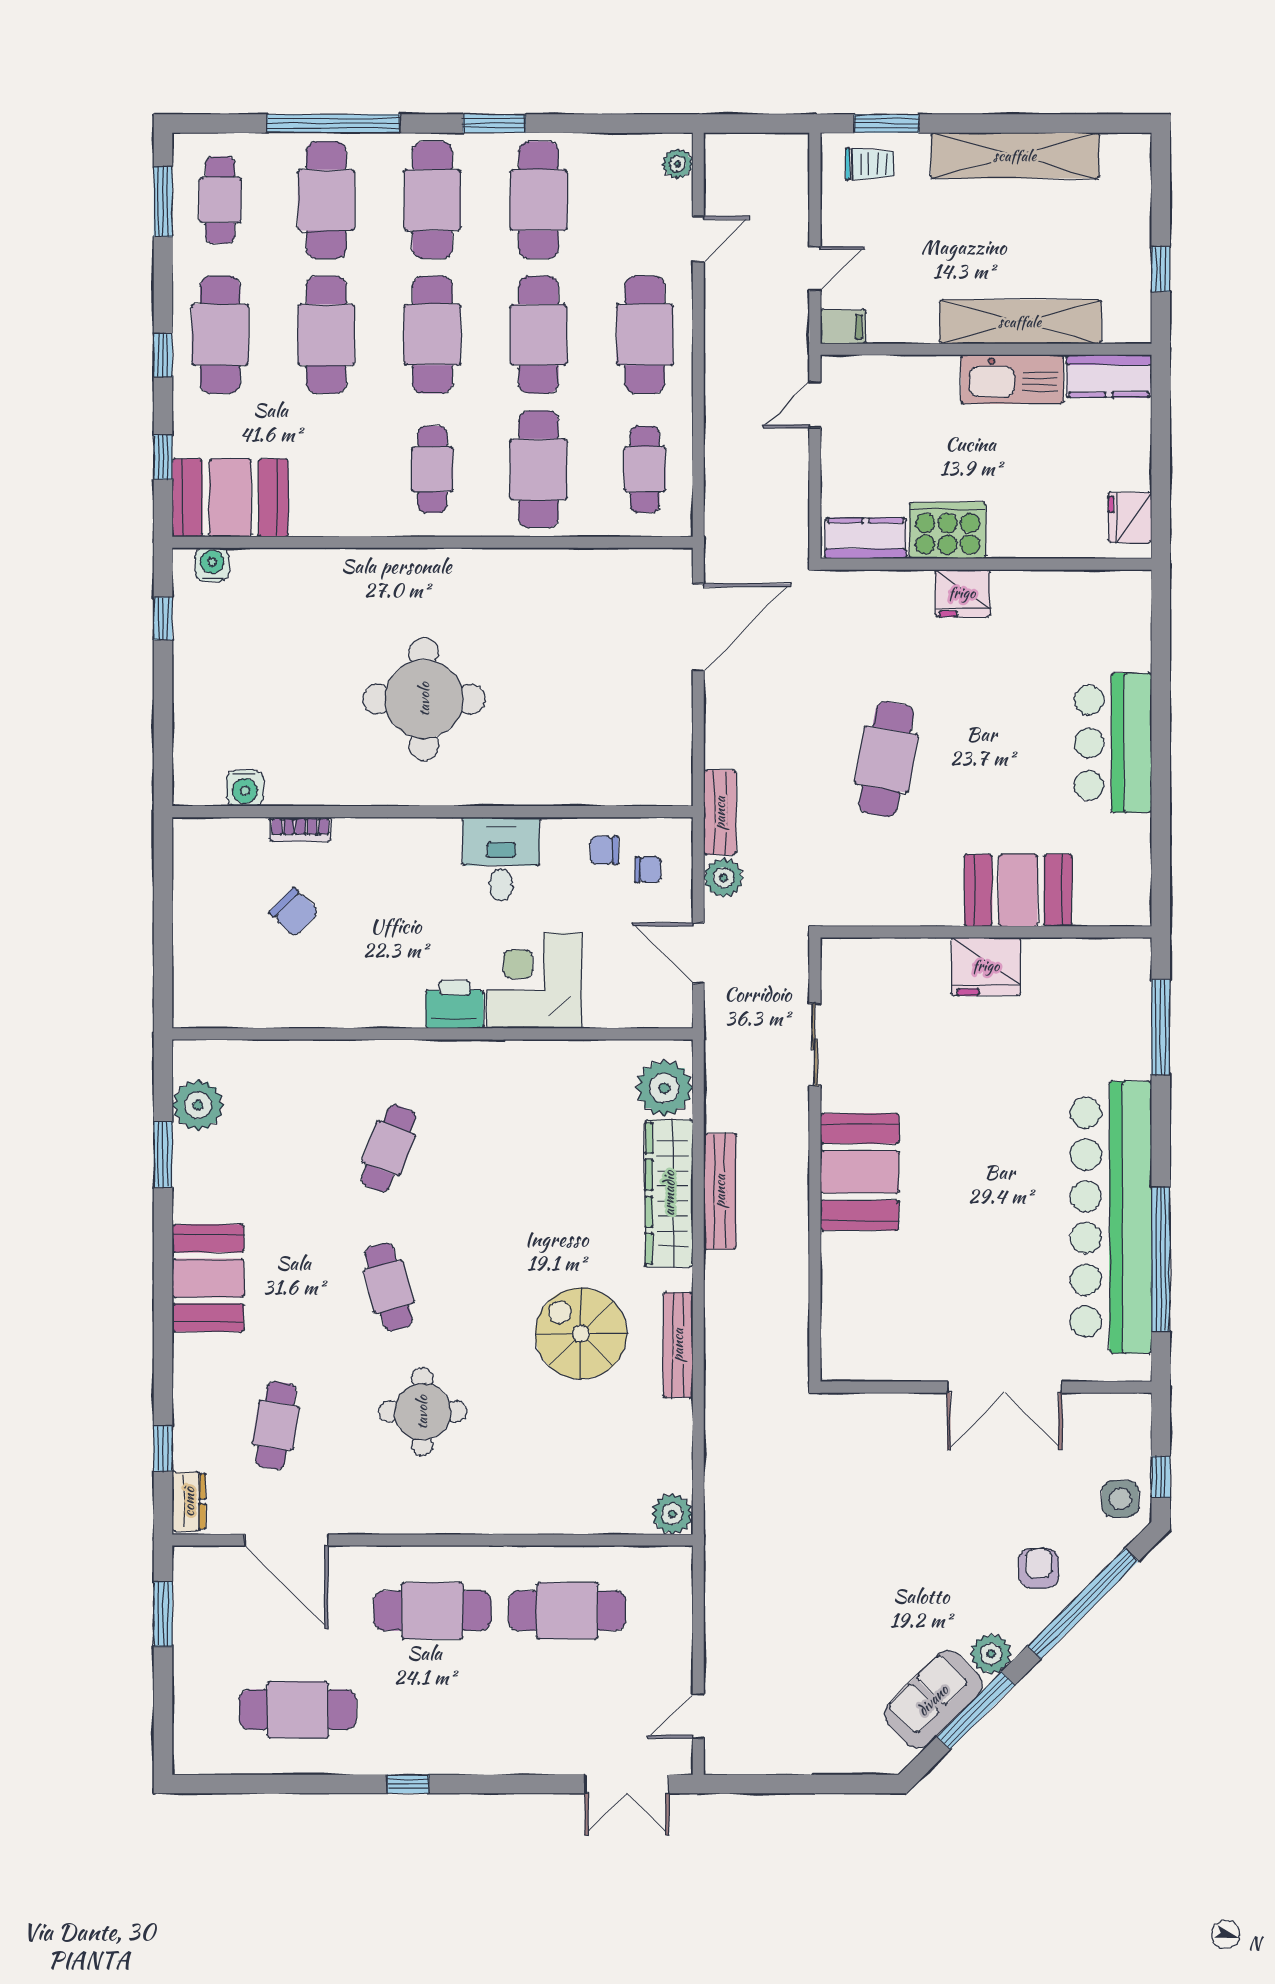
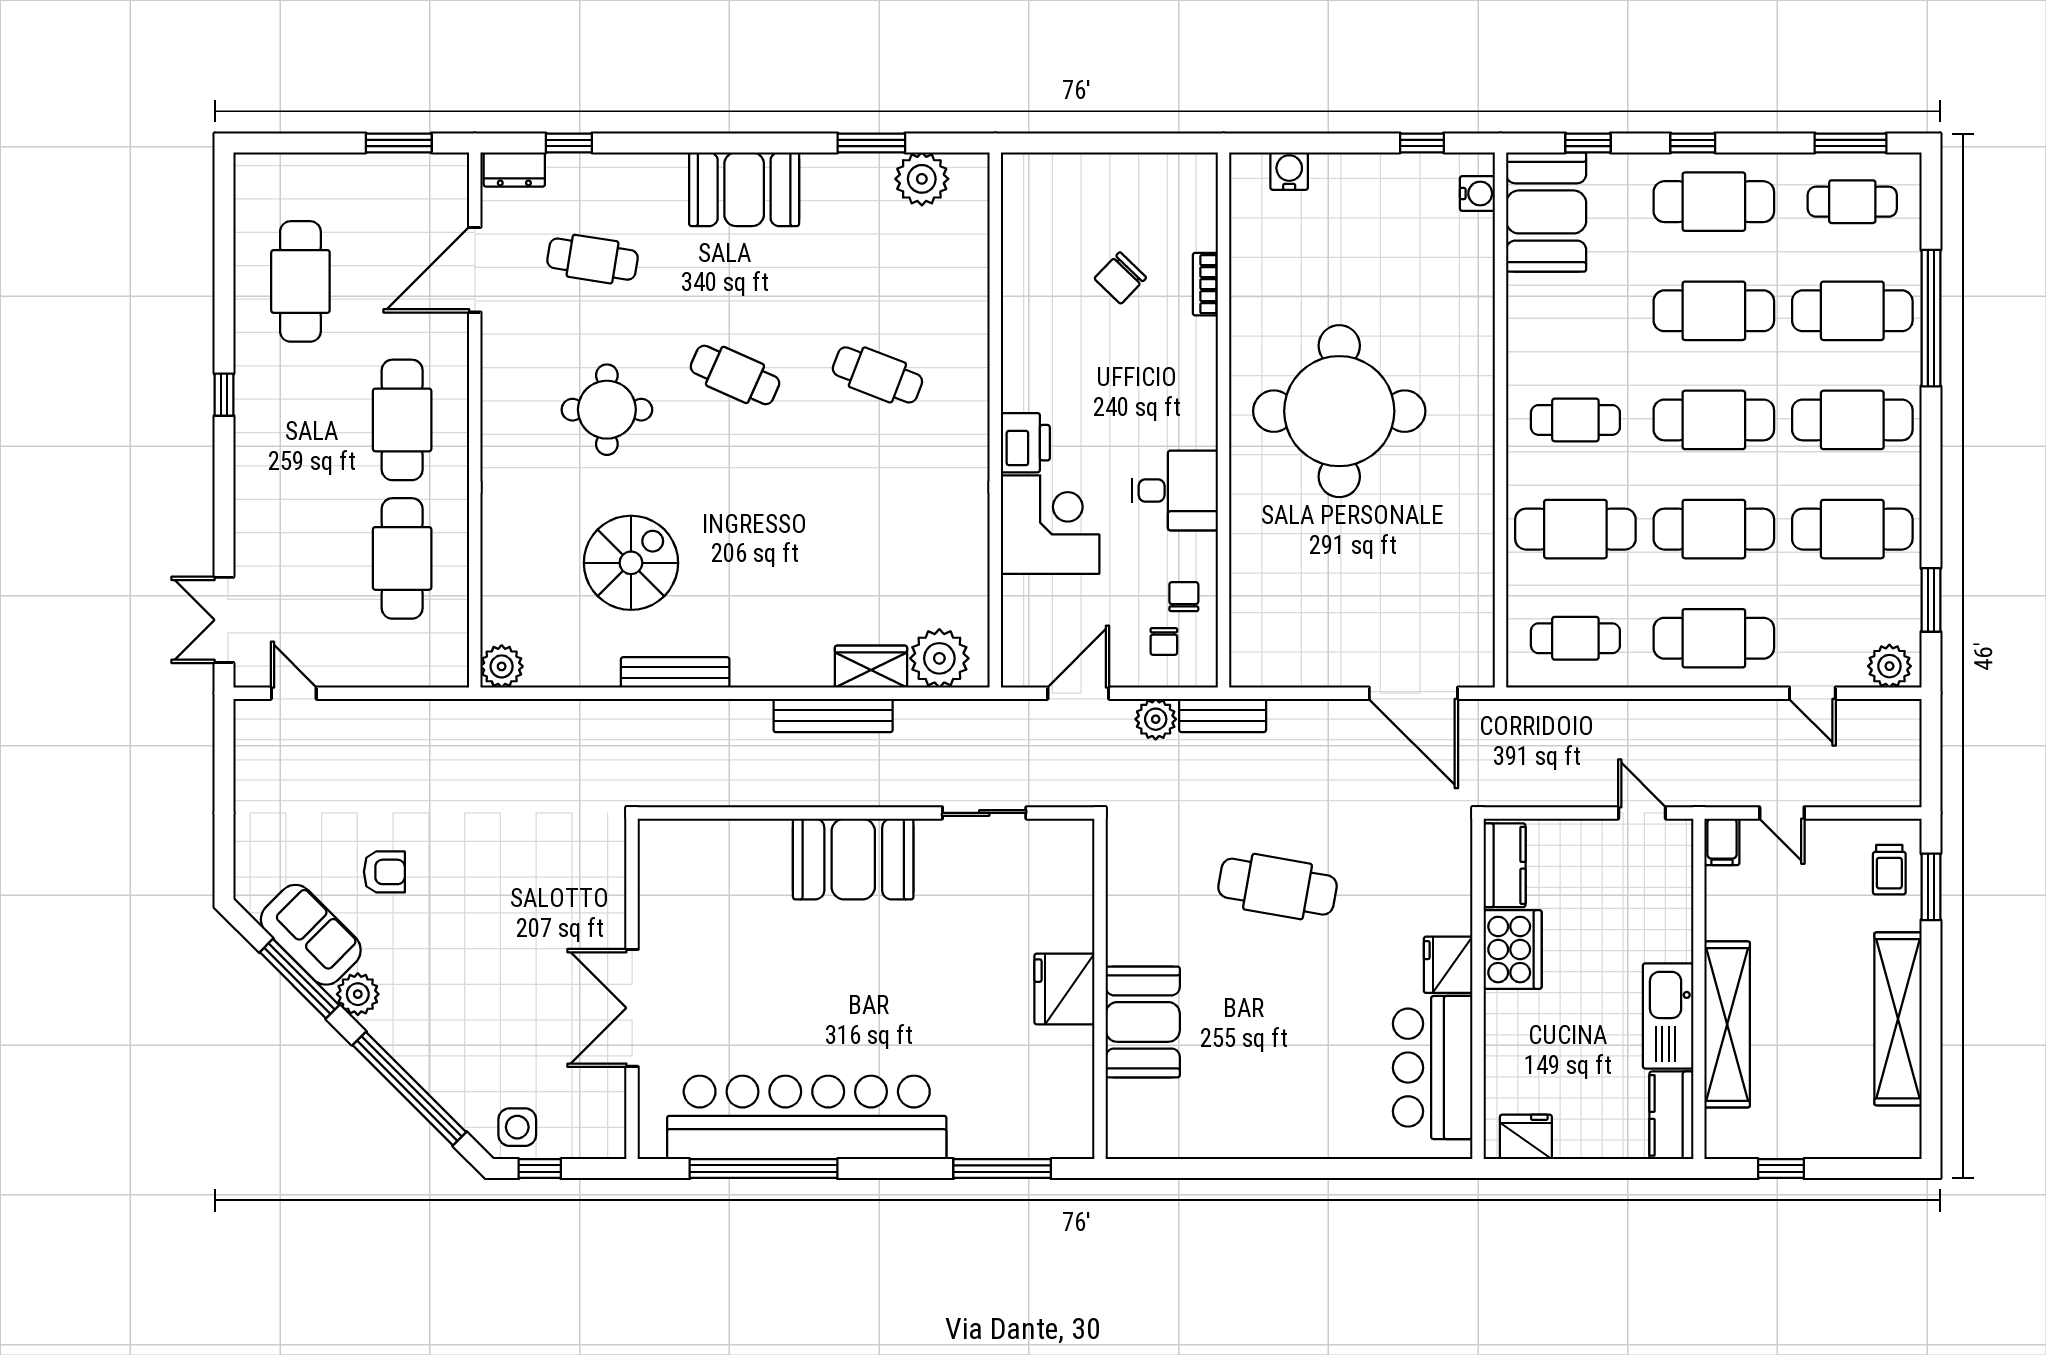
window: (494, 123) -> (1931, 600), moved
plant: (678, 164) -> (1889, 666), width x1.38, depth x1.38
round table: (424, 699) -> (1339, 411), width x1.36, depth x1.36
bar counter: (1113, 743) -> (1433, 1068), moved, turned -90
water cooler: (245, 788) -> (1289, 171), moved, turned 90
wardrobe: (669, 1193) -> (871, 667), width x0.48, depth x0.85
cafe table: (389, 1287) -> (735, 375), turned 39
spiral stairs: (581, 1333) -> (631, 563), moved
armchair: (1039, 1568) -> (384, 872), moved

